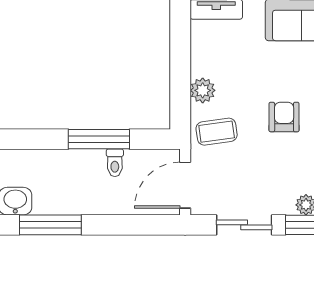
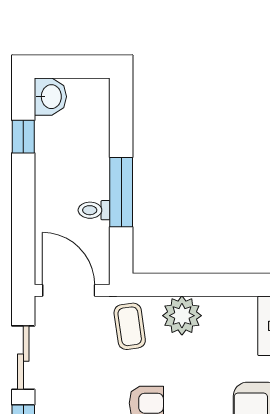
plant: (203, 90) -> (182, 316), width x1.36, depth x1.36
window: (50, 225) -> (23, 137), width x0.46

